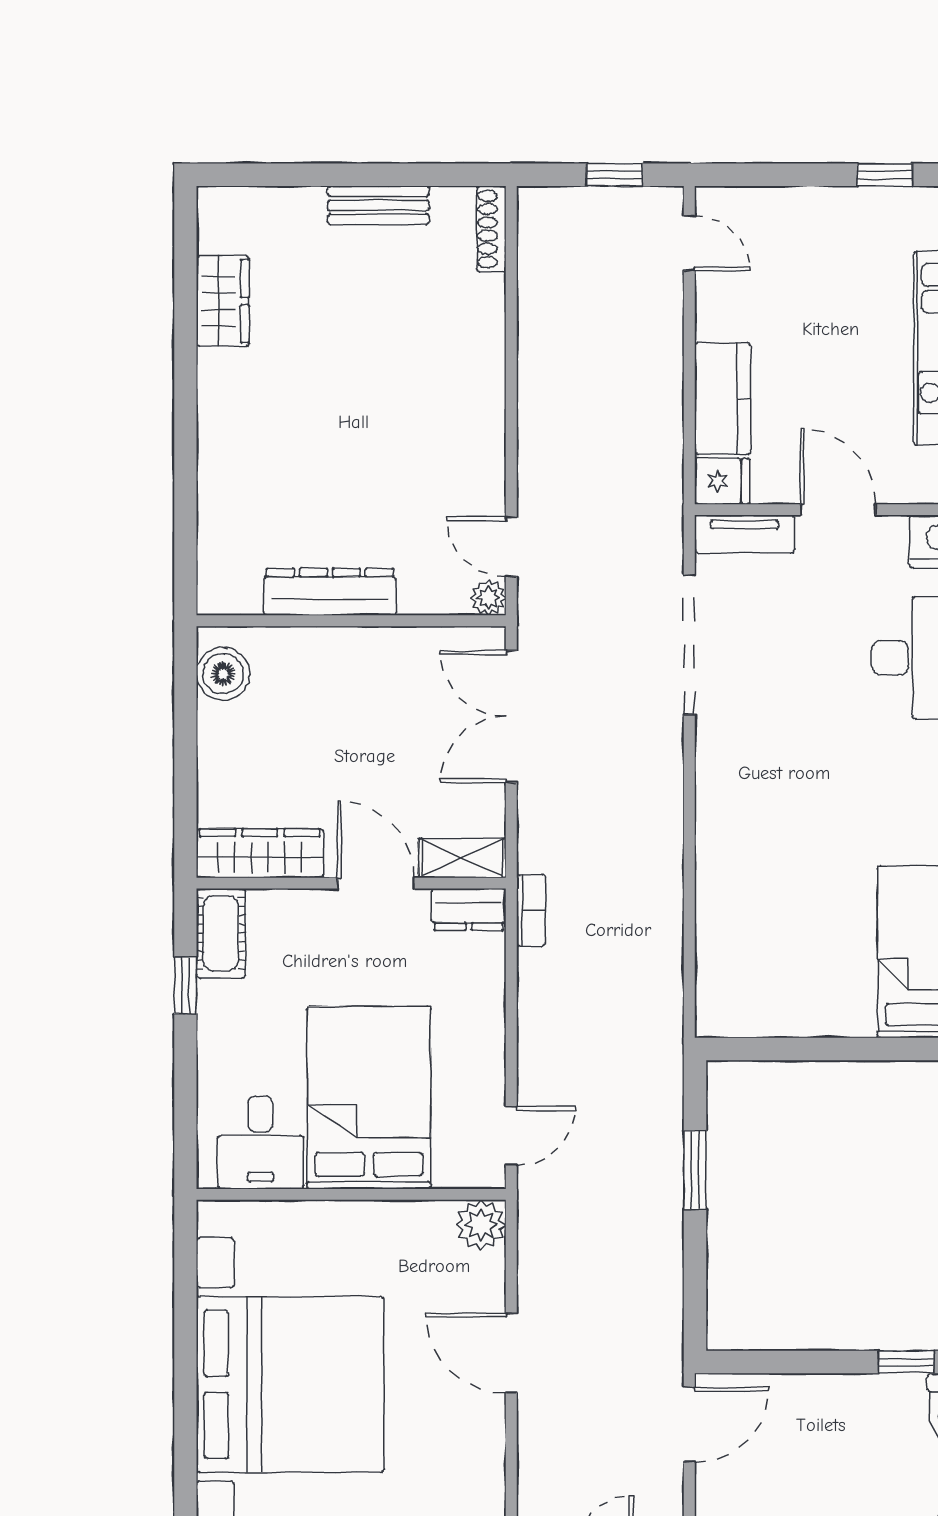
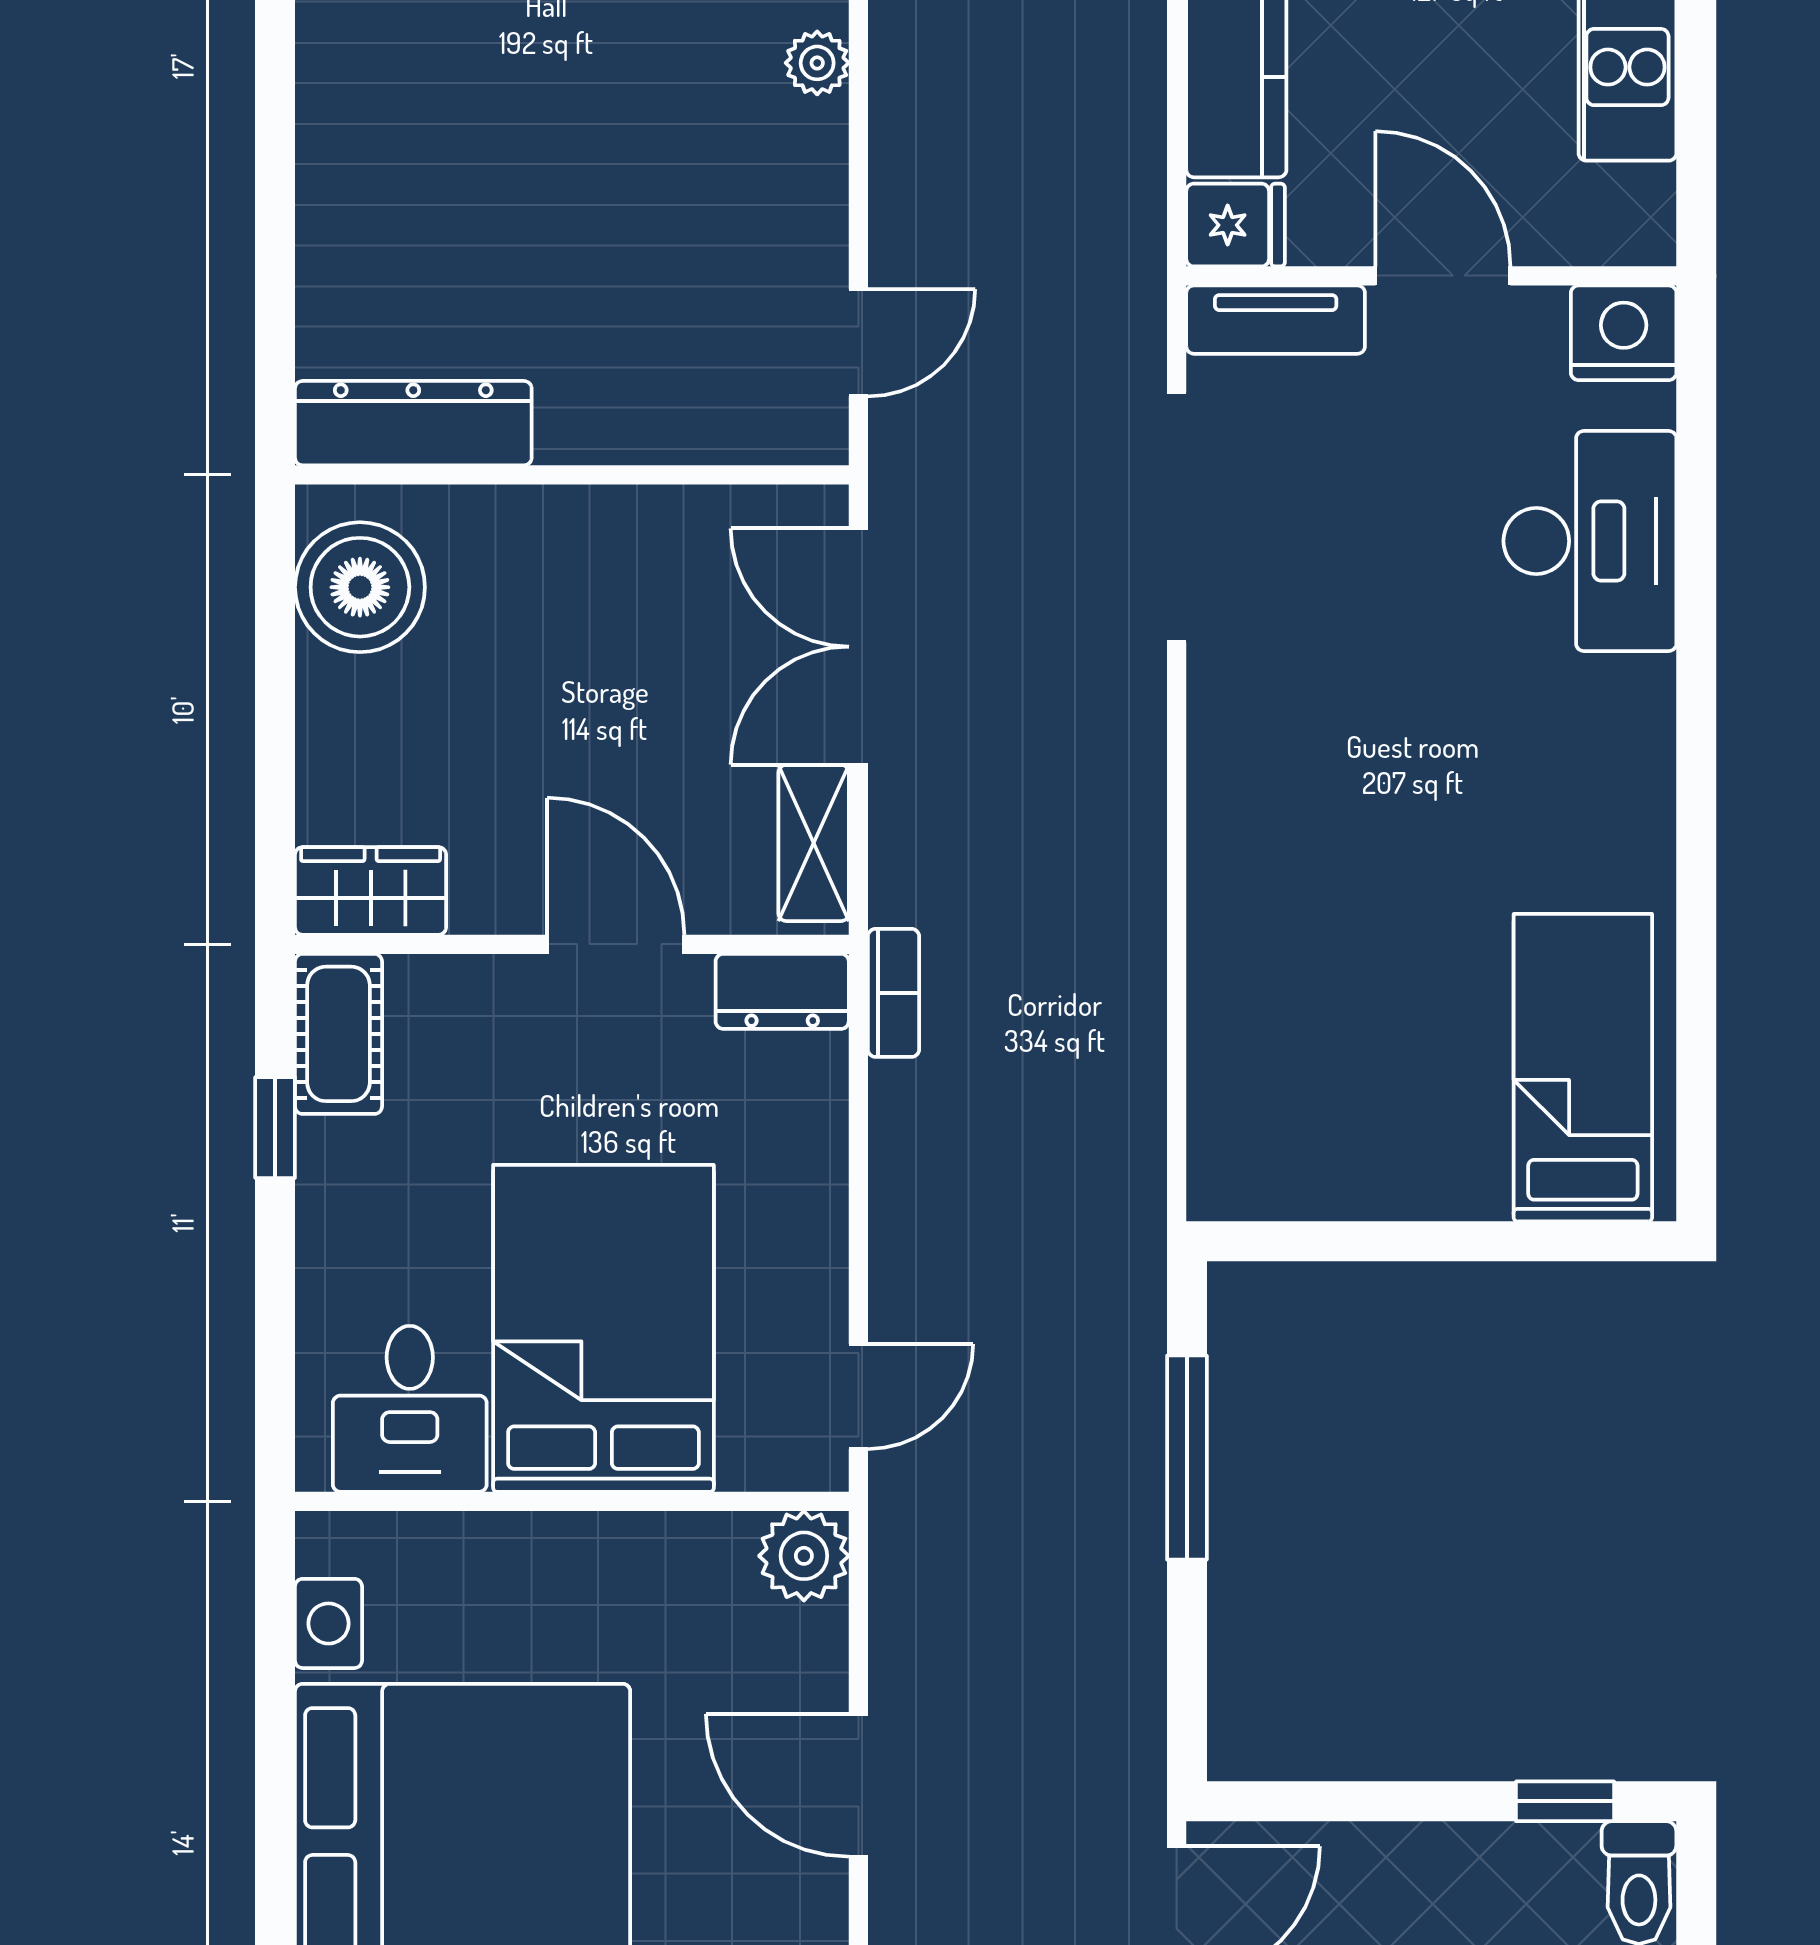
door: (511, 547) -> (858, 343), swing flipped
dresser: (330, 592) -> (413, 423), moved
plant: (488, 598) -> (817, 63), moved
boiler: (223, 674) -> (360, 587), width x1.37, depth x1.37
wardrobe: (260, 853) -> (371, 891), width x0.67
shelving: (462, 858) -> (814, 843), moved, turned 90
window: (695, 1170) -> (1187, 1458), width x1.44

